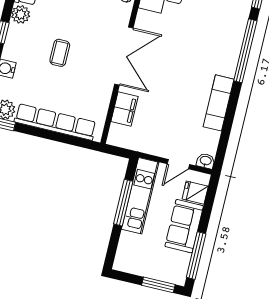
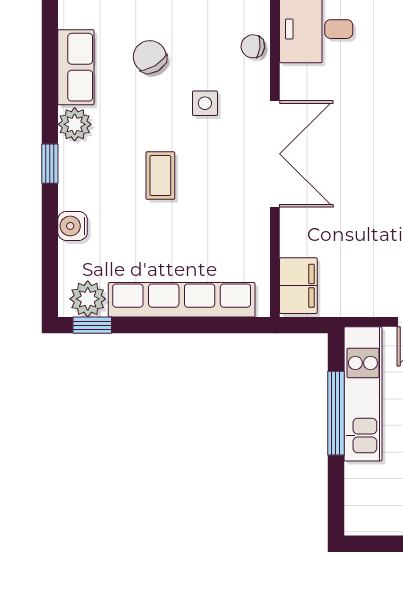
side table: (93, 20) -> (205, 103), added
filing cabinet: (124, 109) -> (298, 286), moved

